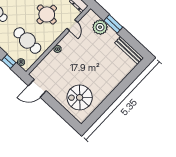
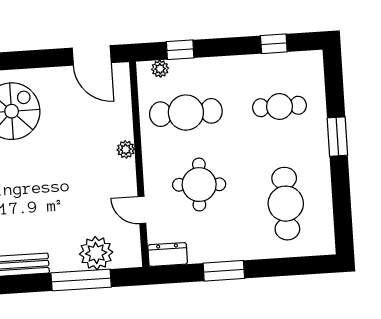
window: (113, 24) -> (81, 280), width x1.44
door: (37, 88) -> (92, 55), swing flipped

